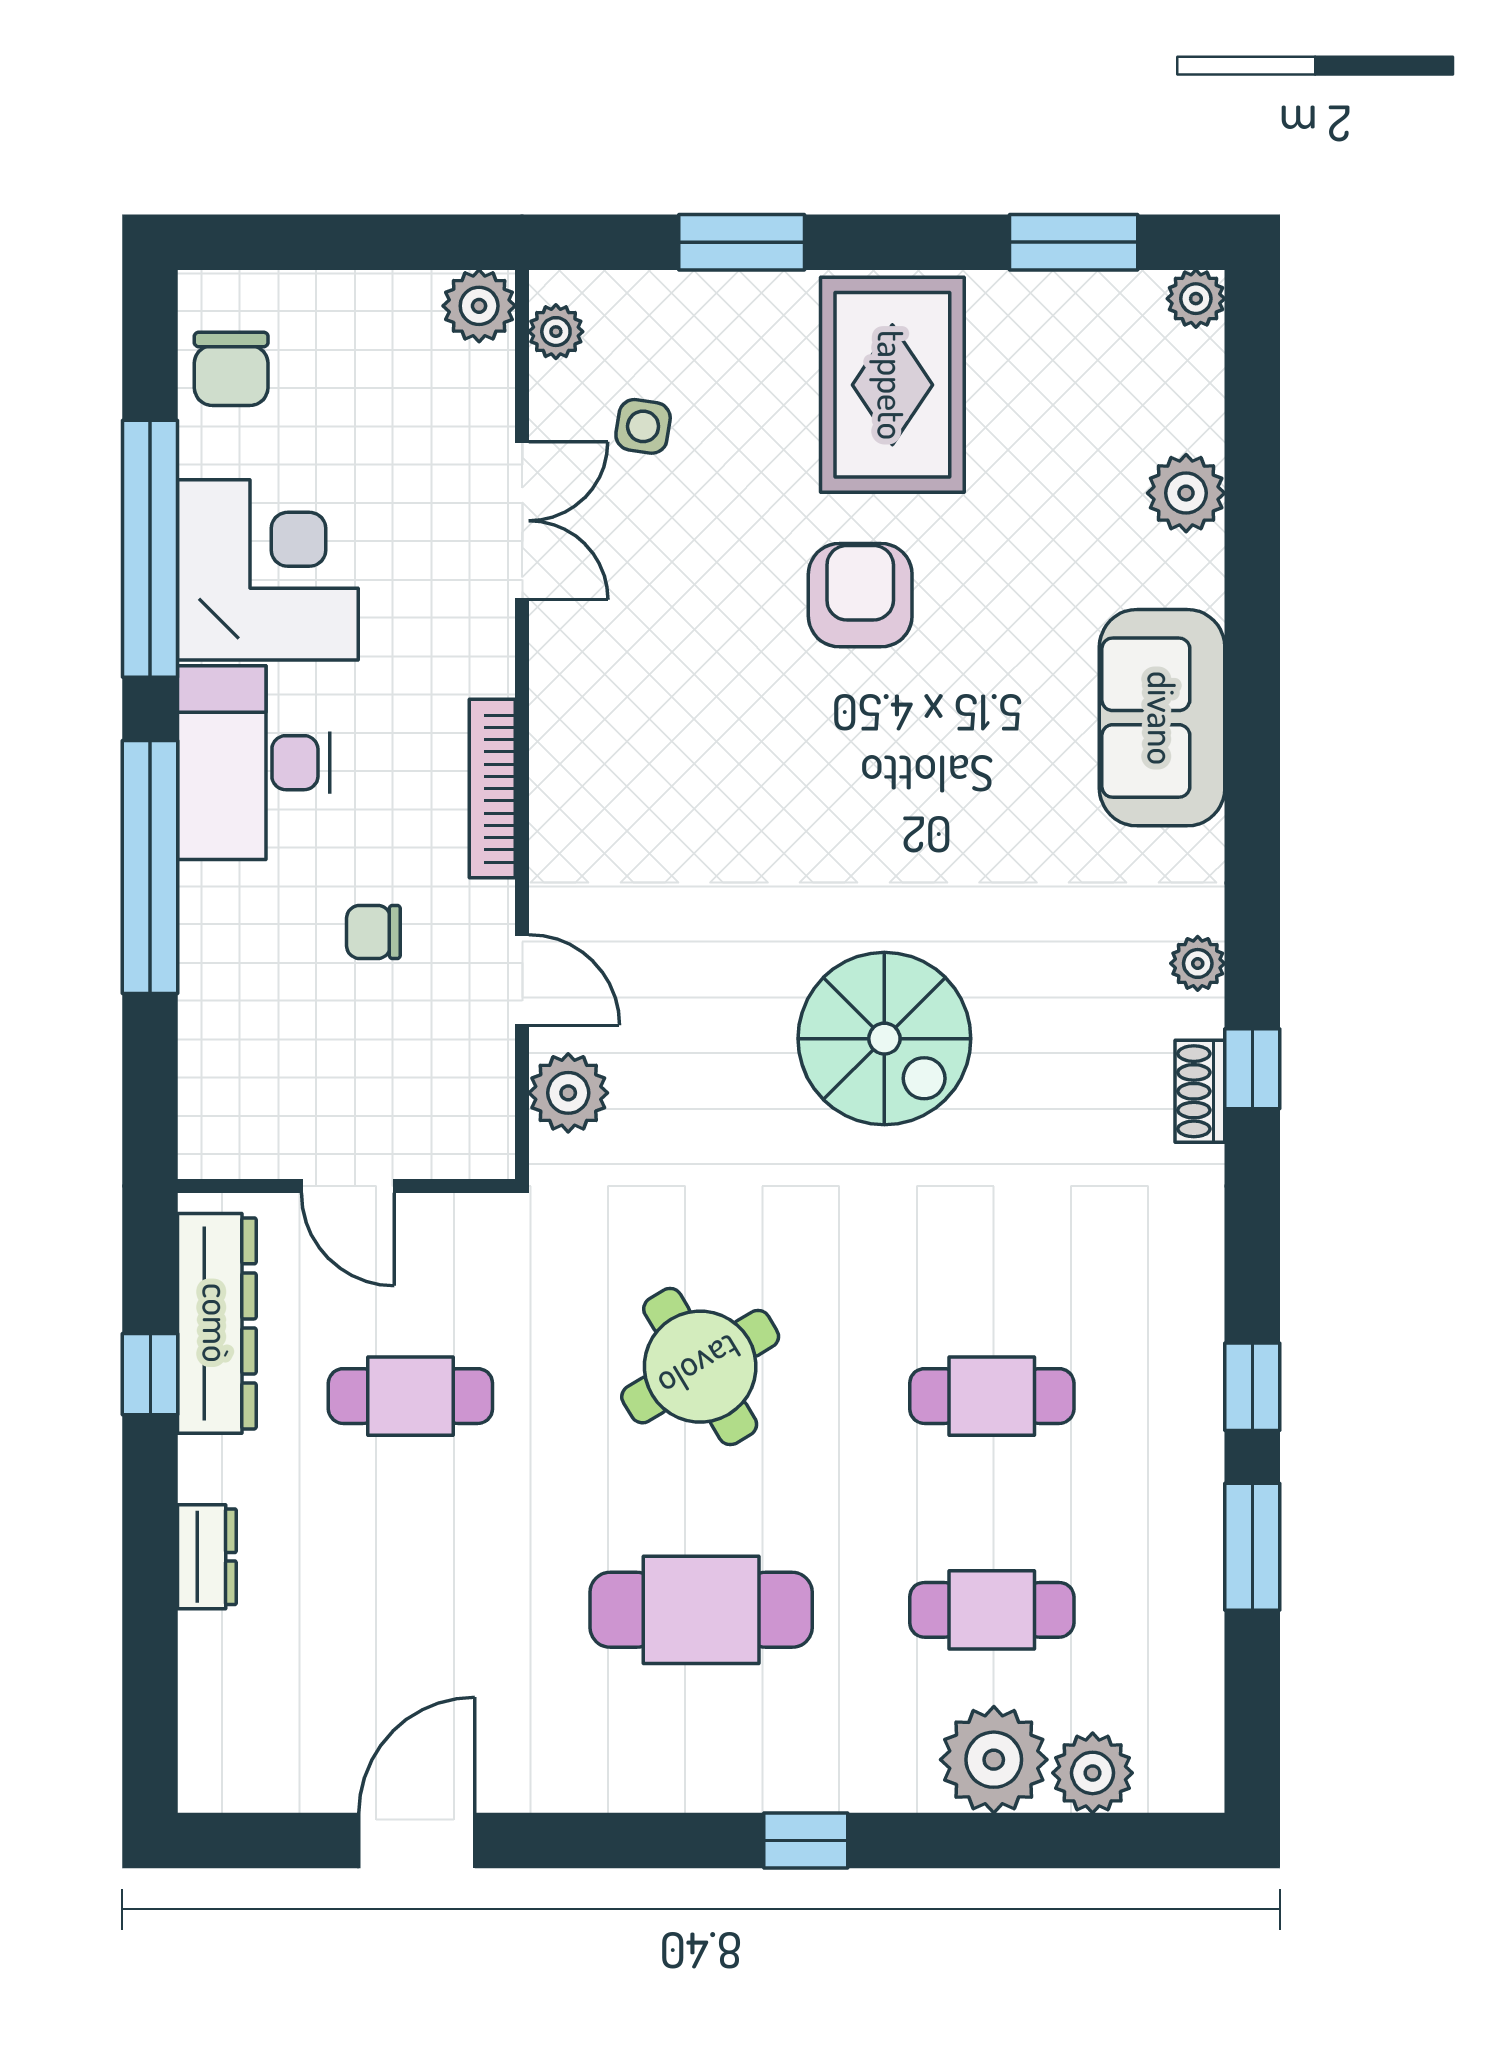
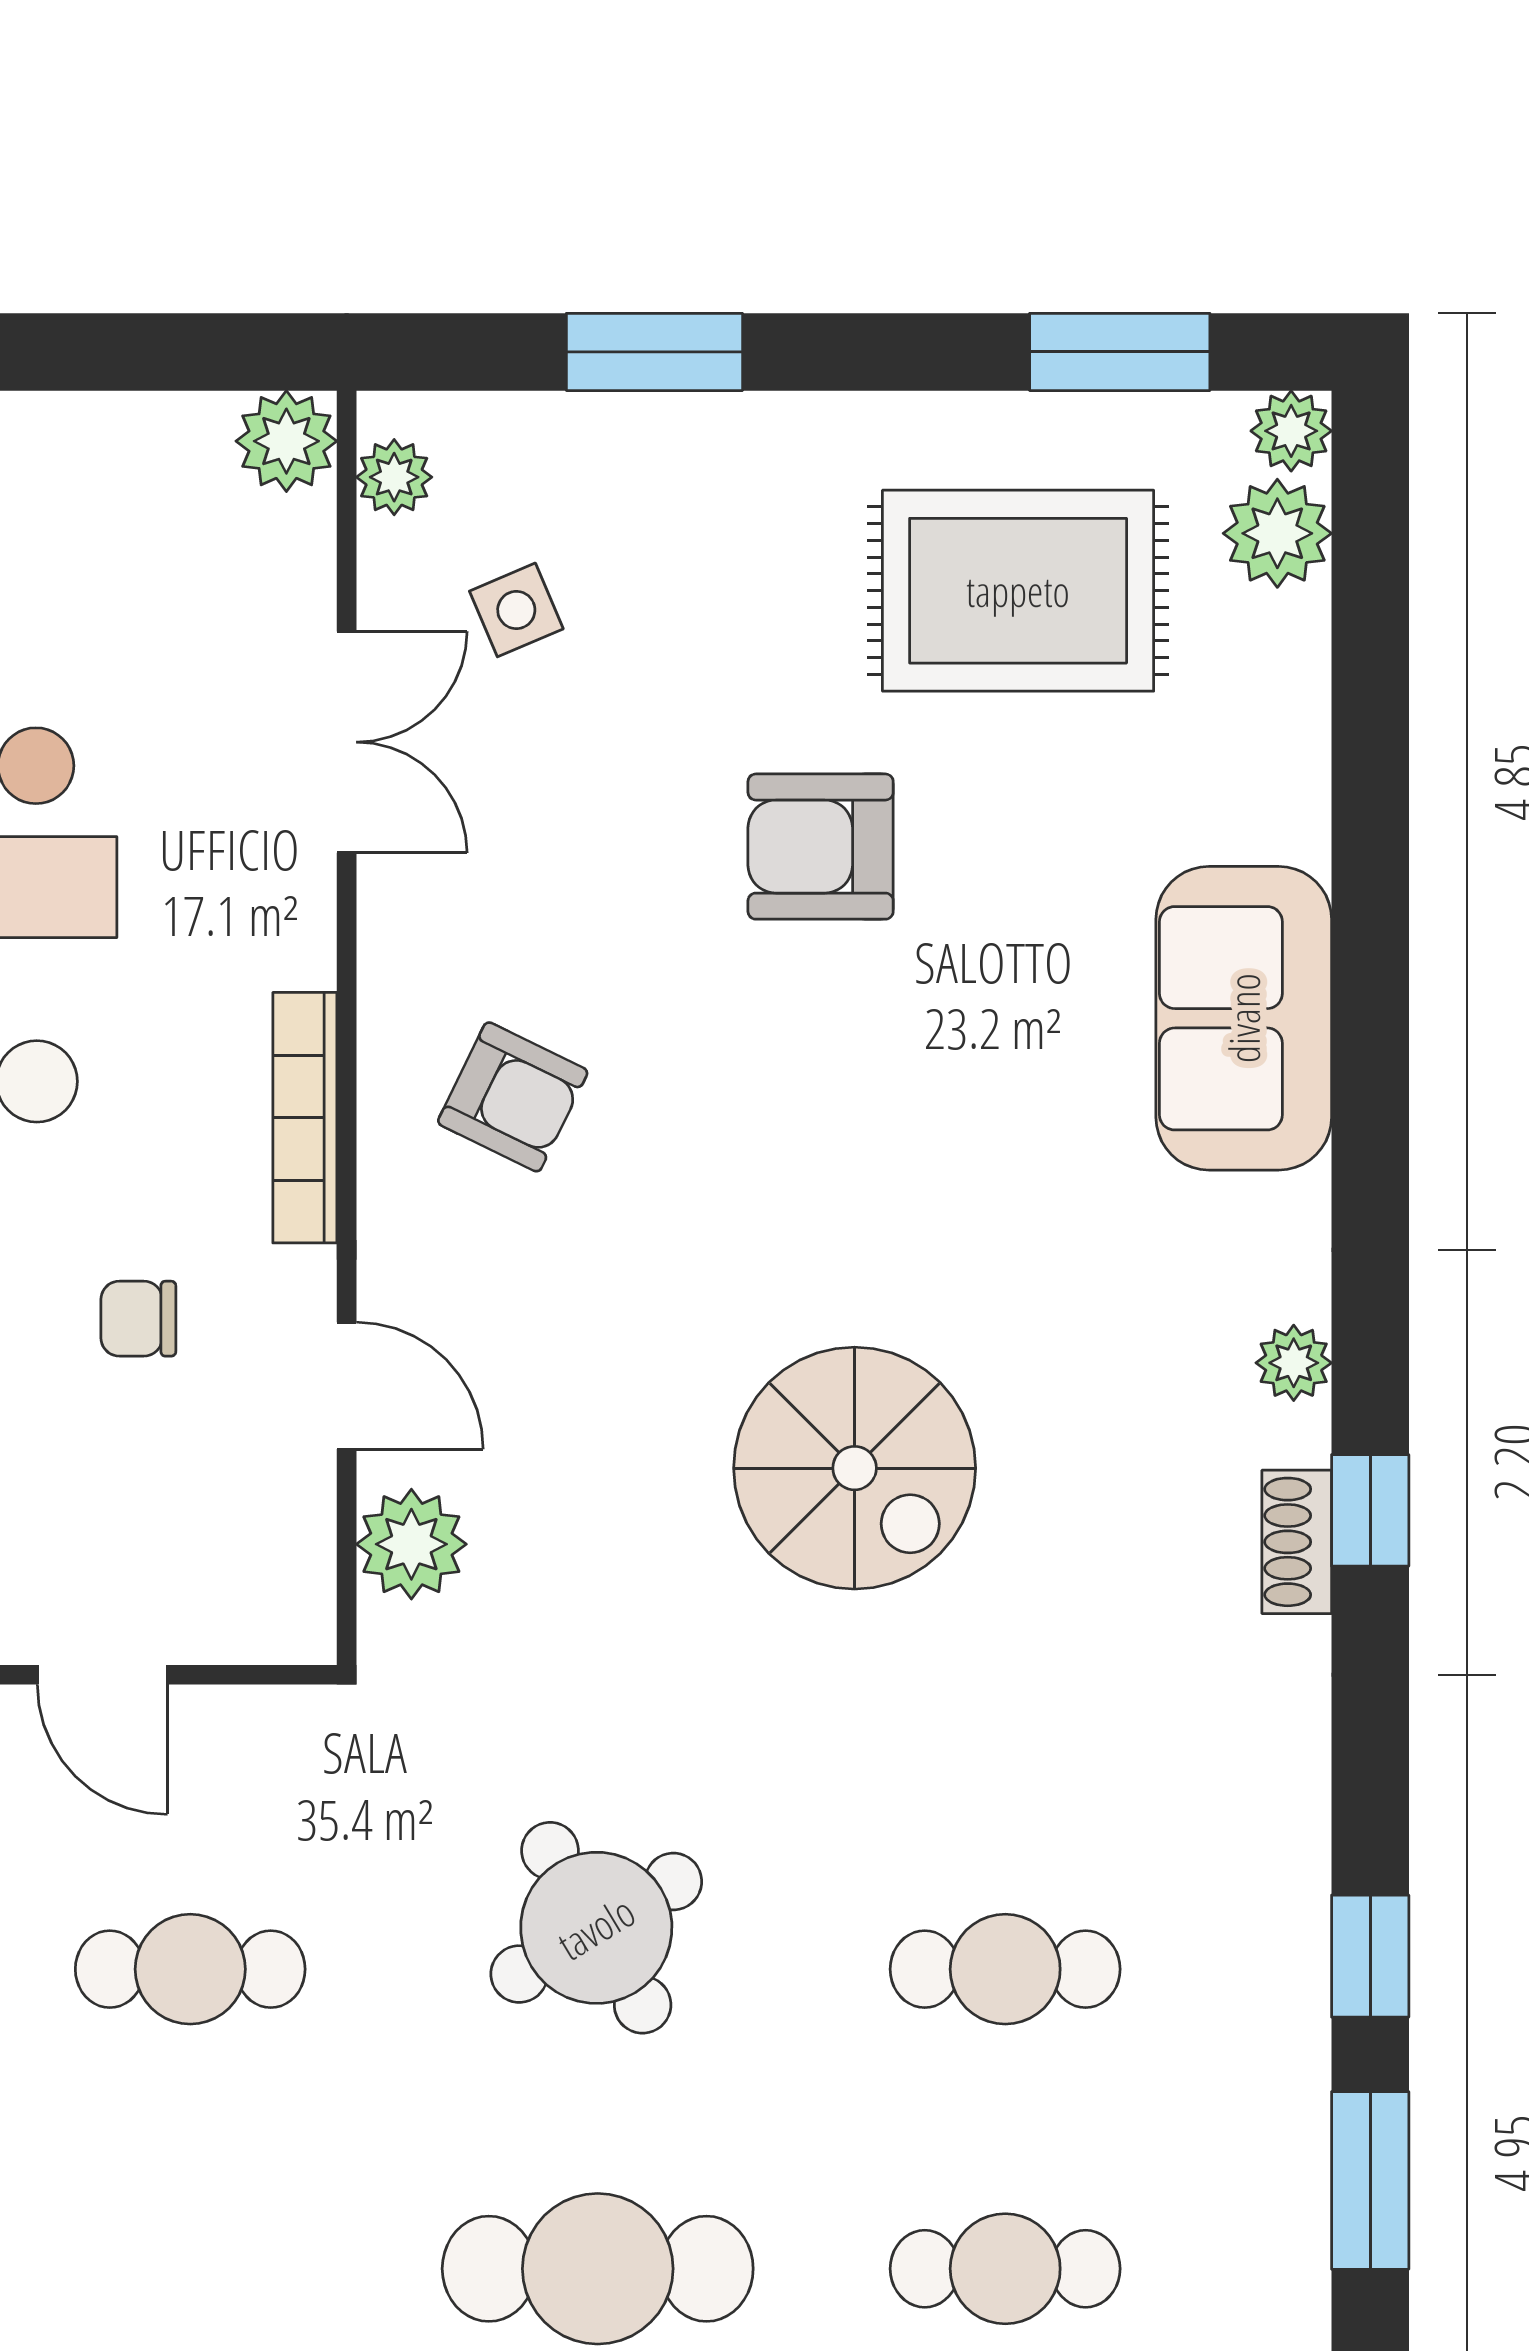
rug: (892, 385) -> (1018, 591), moved, turned 90
side table: (643, 426) -> (516, 610), turned -32
plant: (1186, 493) -> (1277, 533), moved
armchair: (860, 595) -> (821, 847), turned -90
armchair: (641, 774) -> (513, 1097), added

